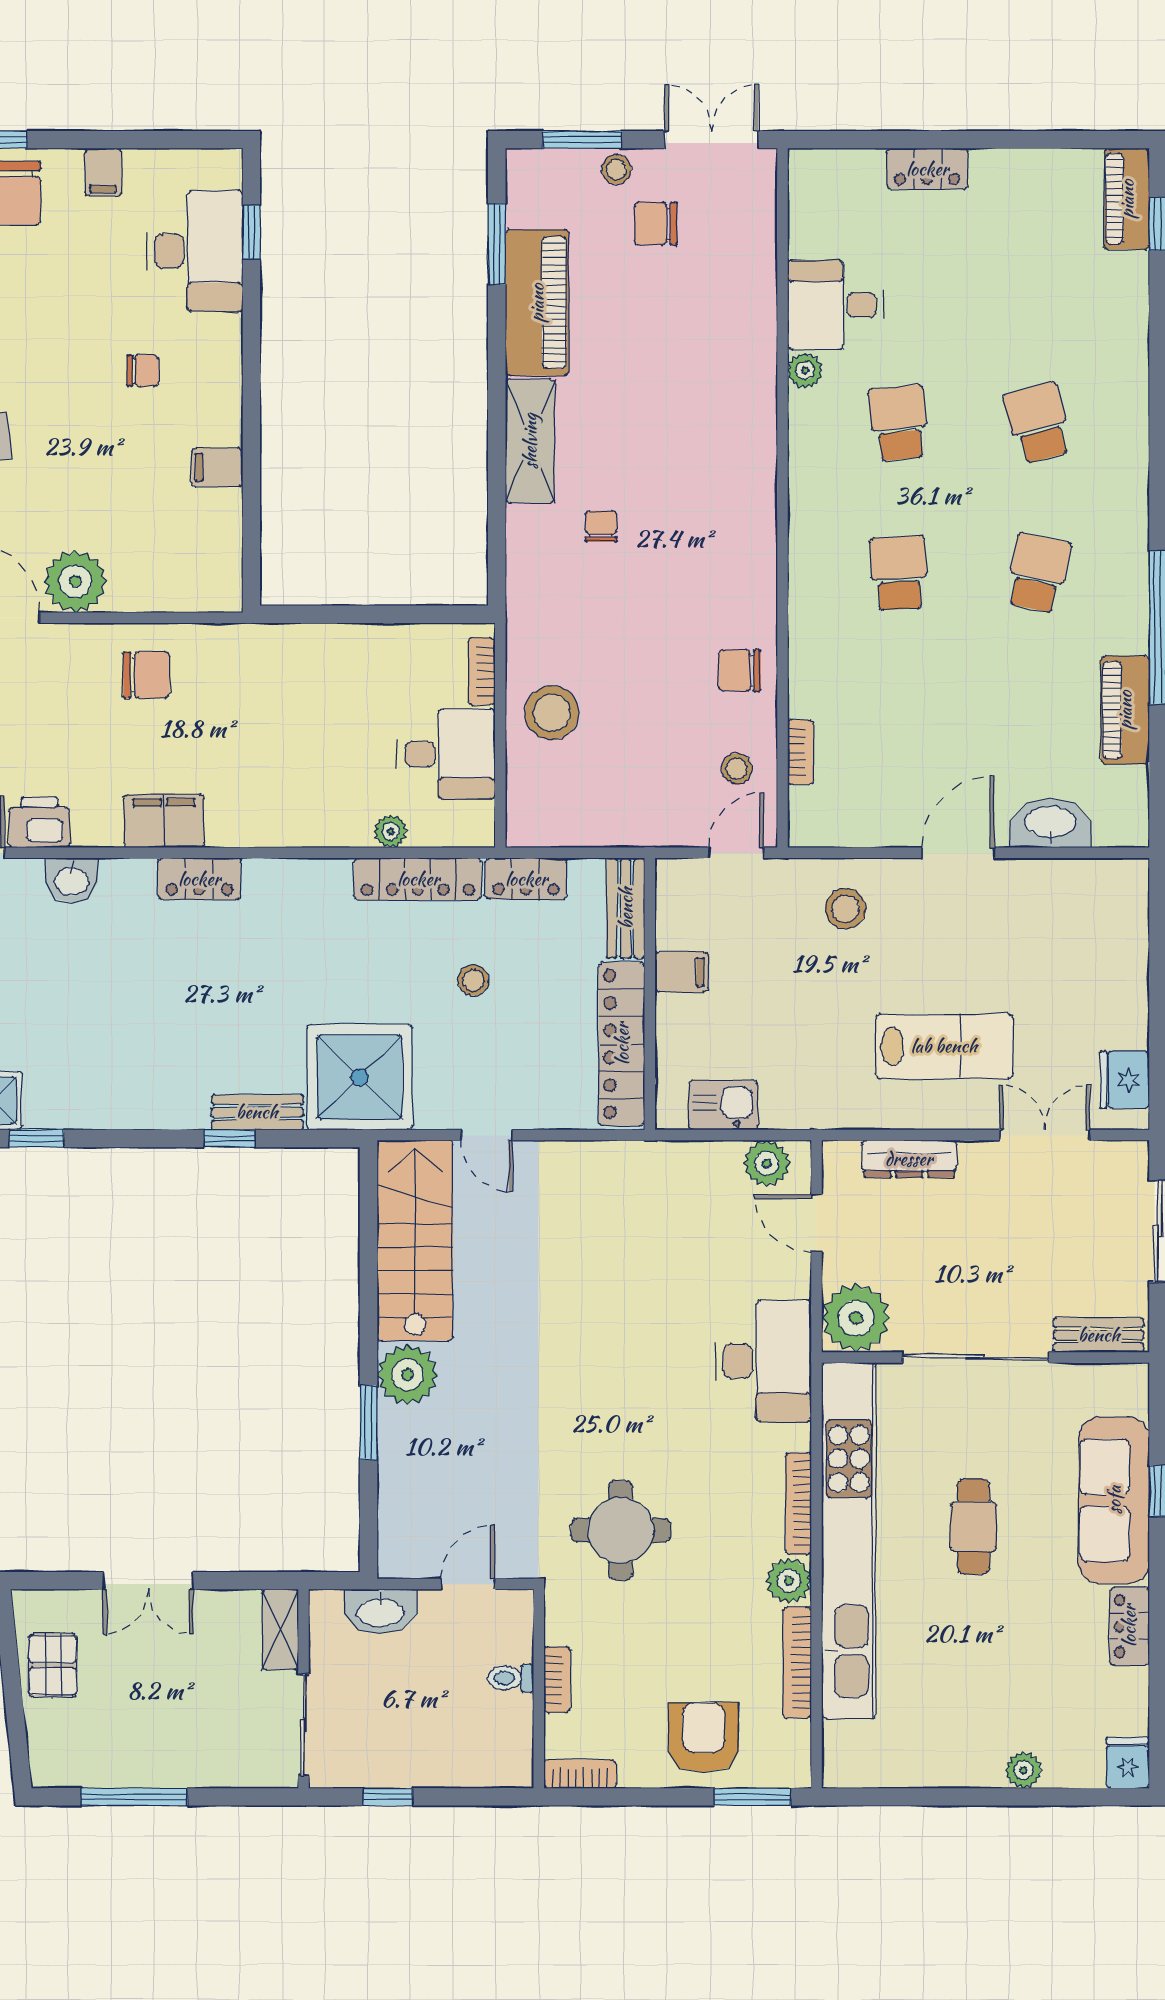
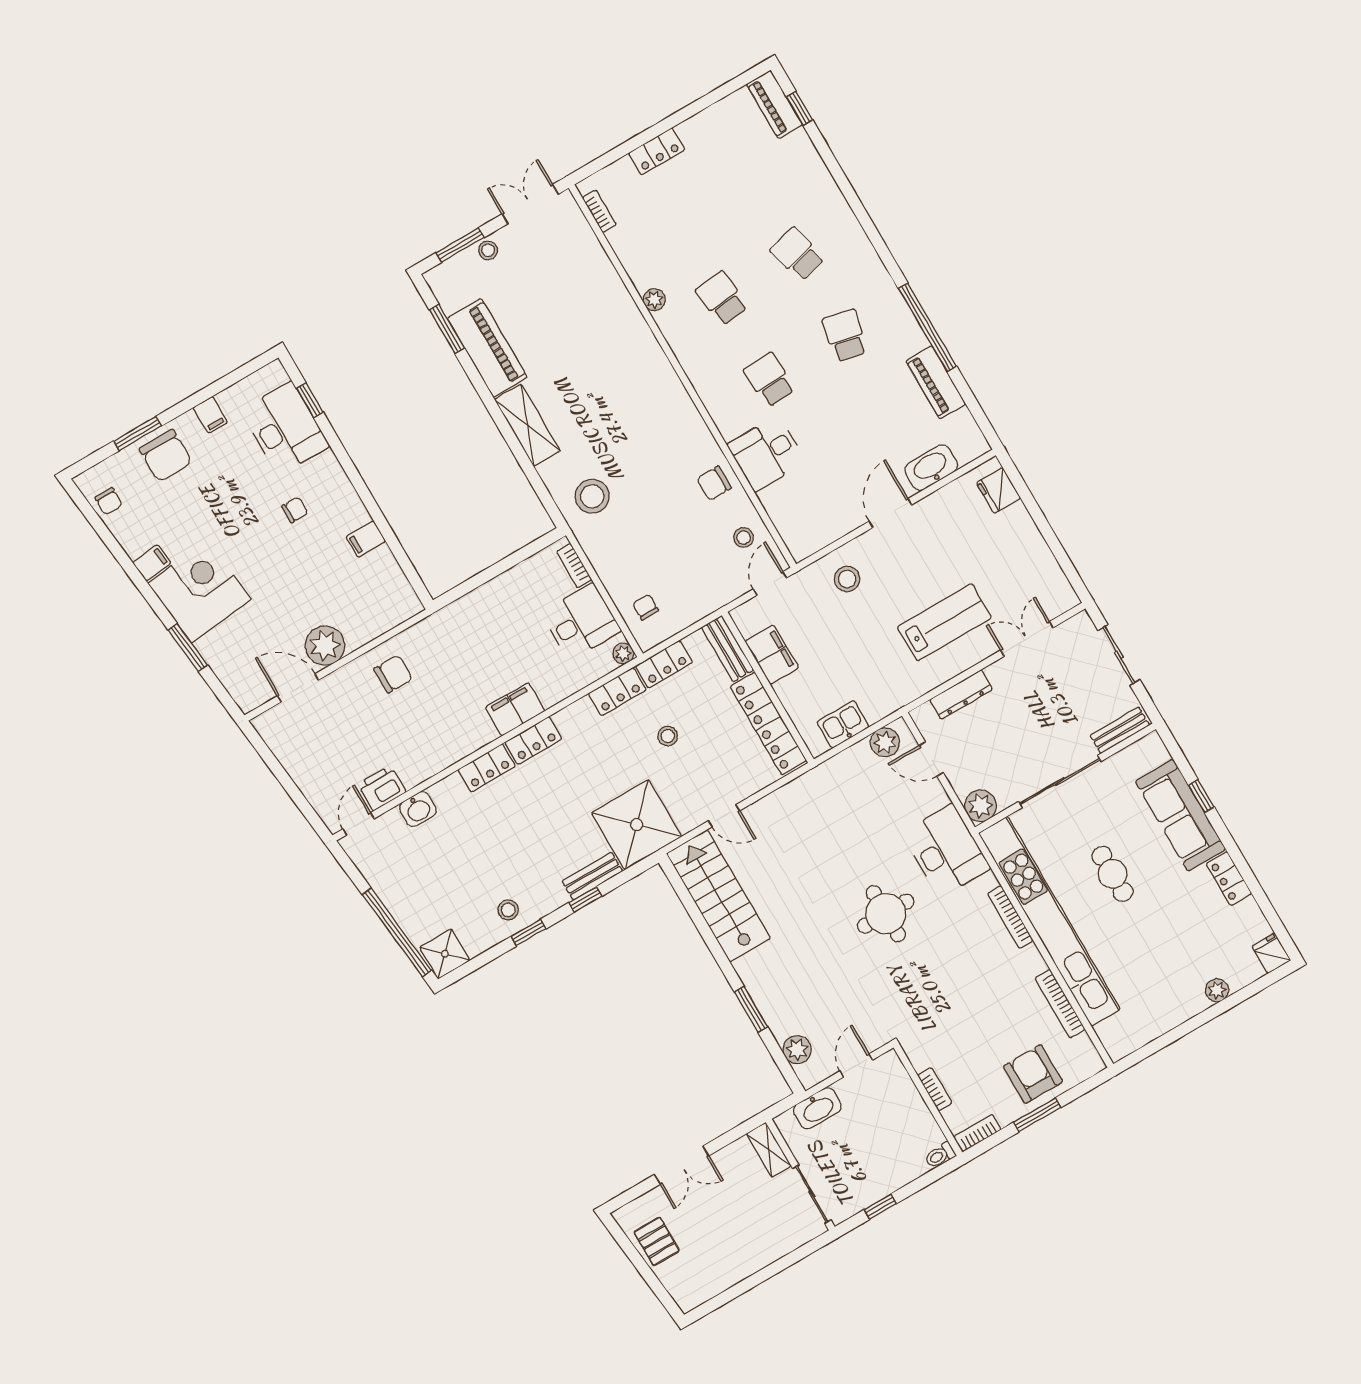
chair: (656, 224) -> (527, 267), removed
desk: (836, 305) -> (766, 453), moved
chair: (601, 526) -> (645, 607), moved
stool: (552, 713) -> (592, 496), moved
bookcase: (801, 752) -> (599, 211), moved
filing cabinet: (164, 821) -> (515, 709), moved
plant: (391, 831) -> (623, 653), moved
locker: (285, 879) -> (533, 741), added
locker: (418, 879) -> (617, 692), width x0.66
filing cabinet: (682, 972) -> (772, 655), width x2.00
fridge: (1125, 1080) -> (999, 490), moved
stool: (115, 1091) -> (508, 910), added
window: (37, 1138) -> (528, 933), moved
plant: (856, 1318) -> (981, 806), width x0.73, depth x0.73
plant: (408, 1375) -> (797, 1050), moved, width x0.73, depth x0.73
round table: (621, 1530) -> (886, 914), moved
plant: (789, 1581) -> (1029, 962), removed
toilet: (511, 1678) -> (940, 1155), moved
window: (134, 1797) -> (743, 1287), removed
window: (753, 1797) -> (1037, 1115), moved

